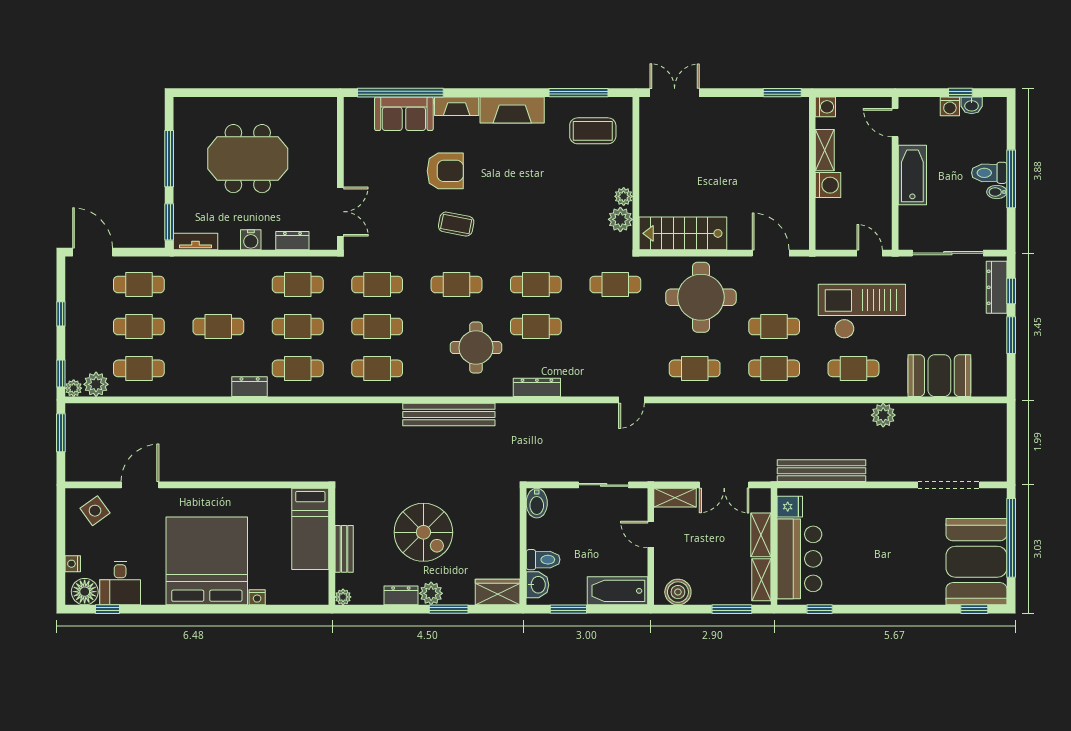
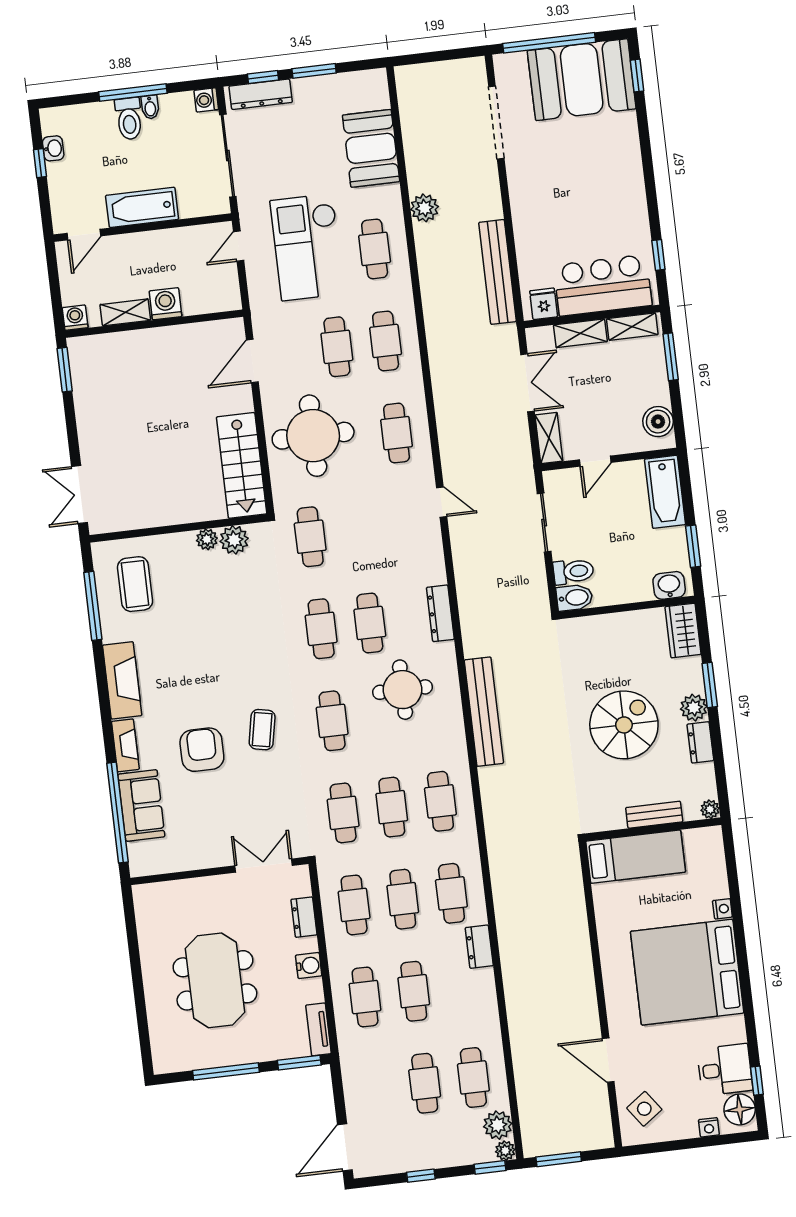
washing machine: (950, 106) -> (206, 100), moved, turned 180
cafe table: (139, 285) -> (365, 997), moved
toilet: (543, 560) -> (573, 571), moved, turned 90

